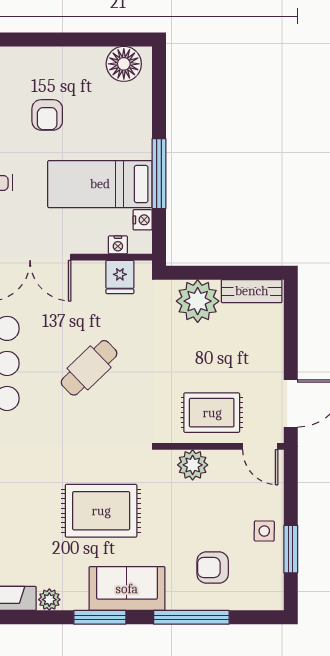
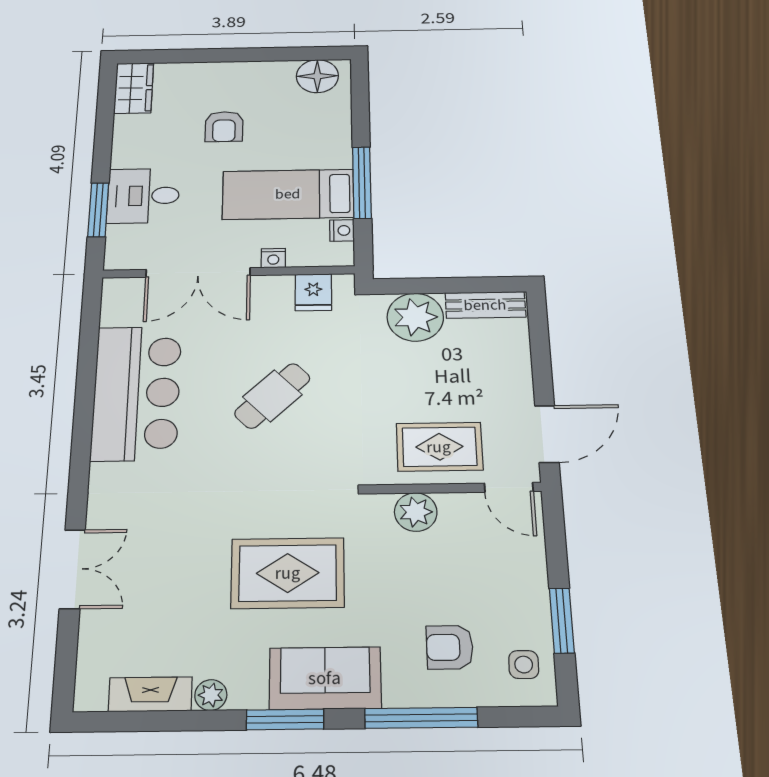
nightstand: (118, 245) -> (273, 258), moved
side table: (264, 531) -> (524, 665), moved

